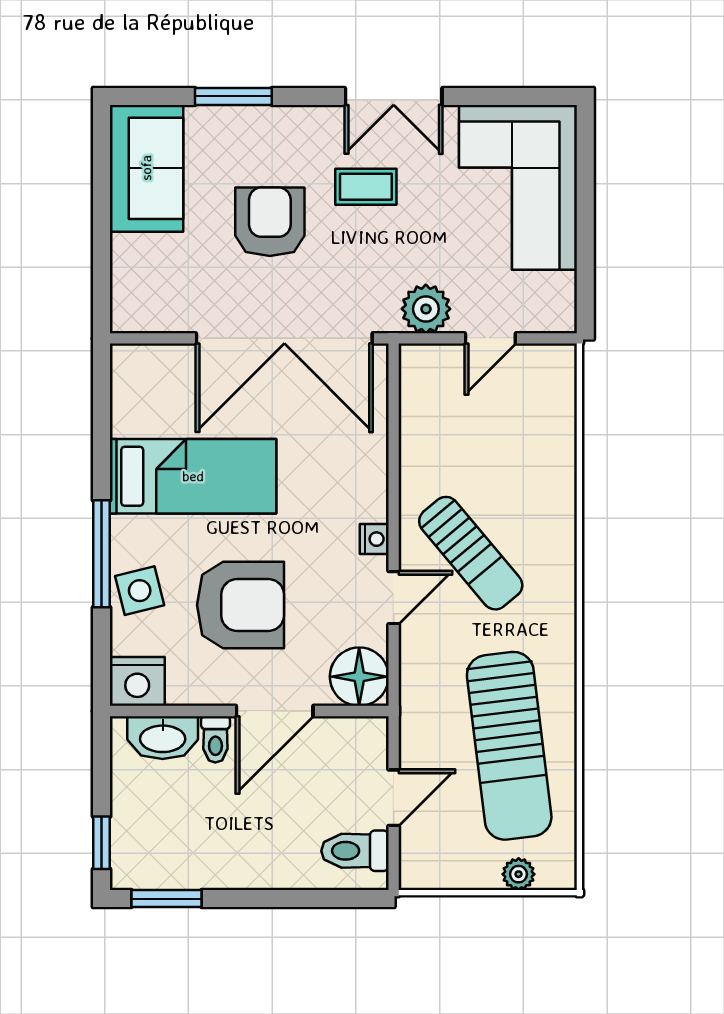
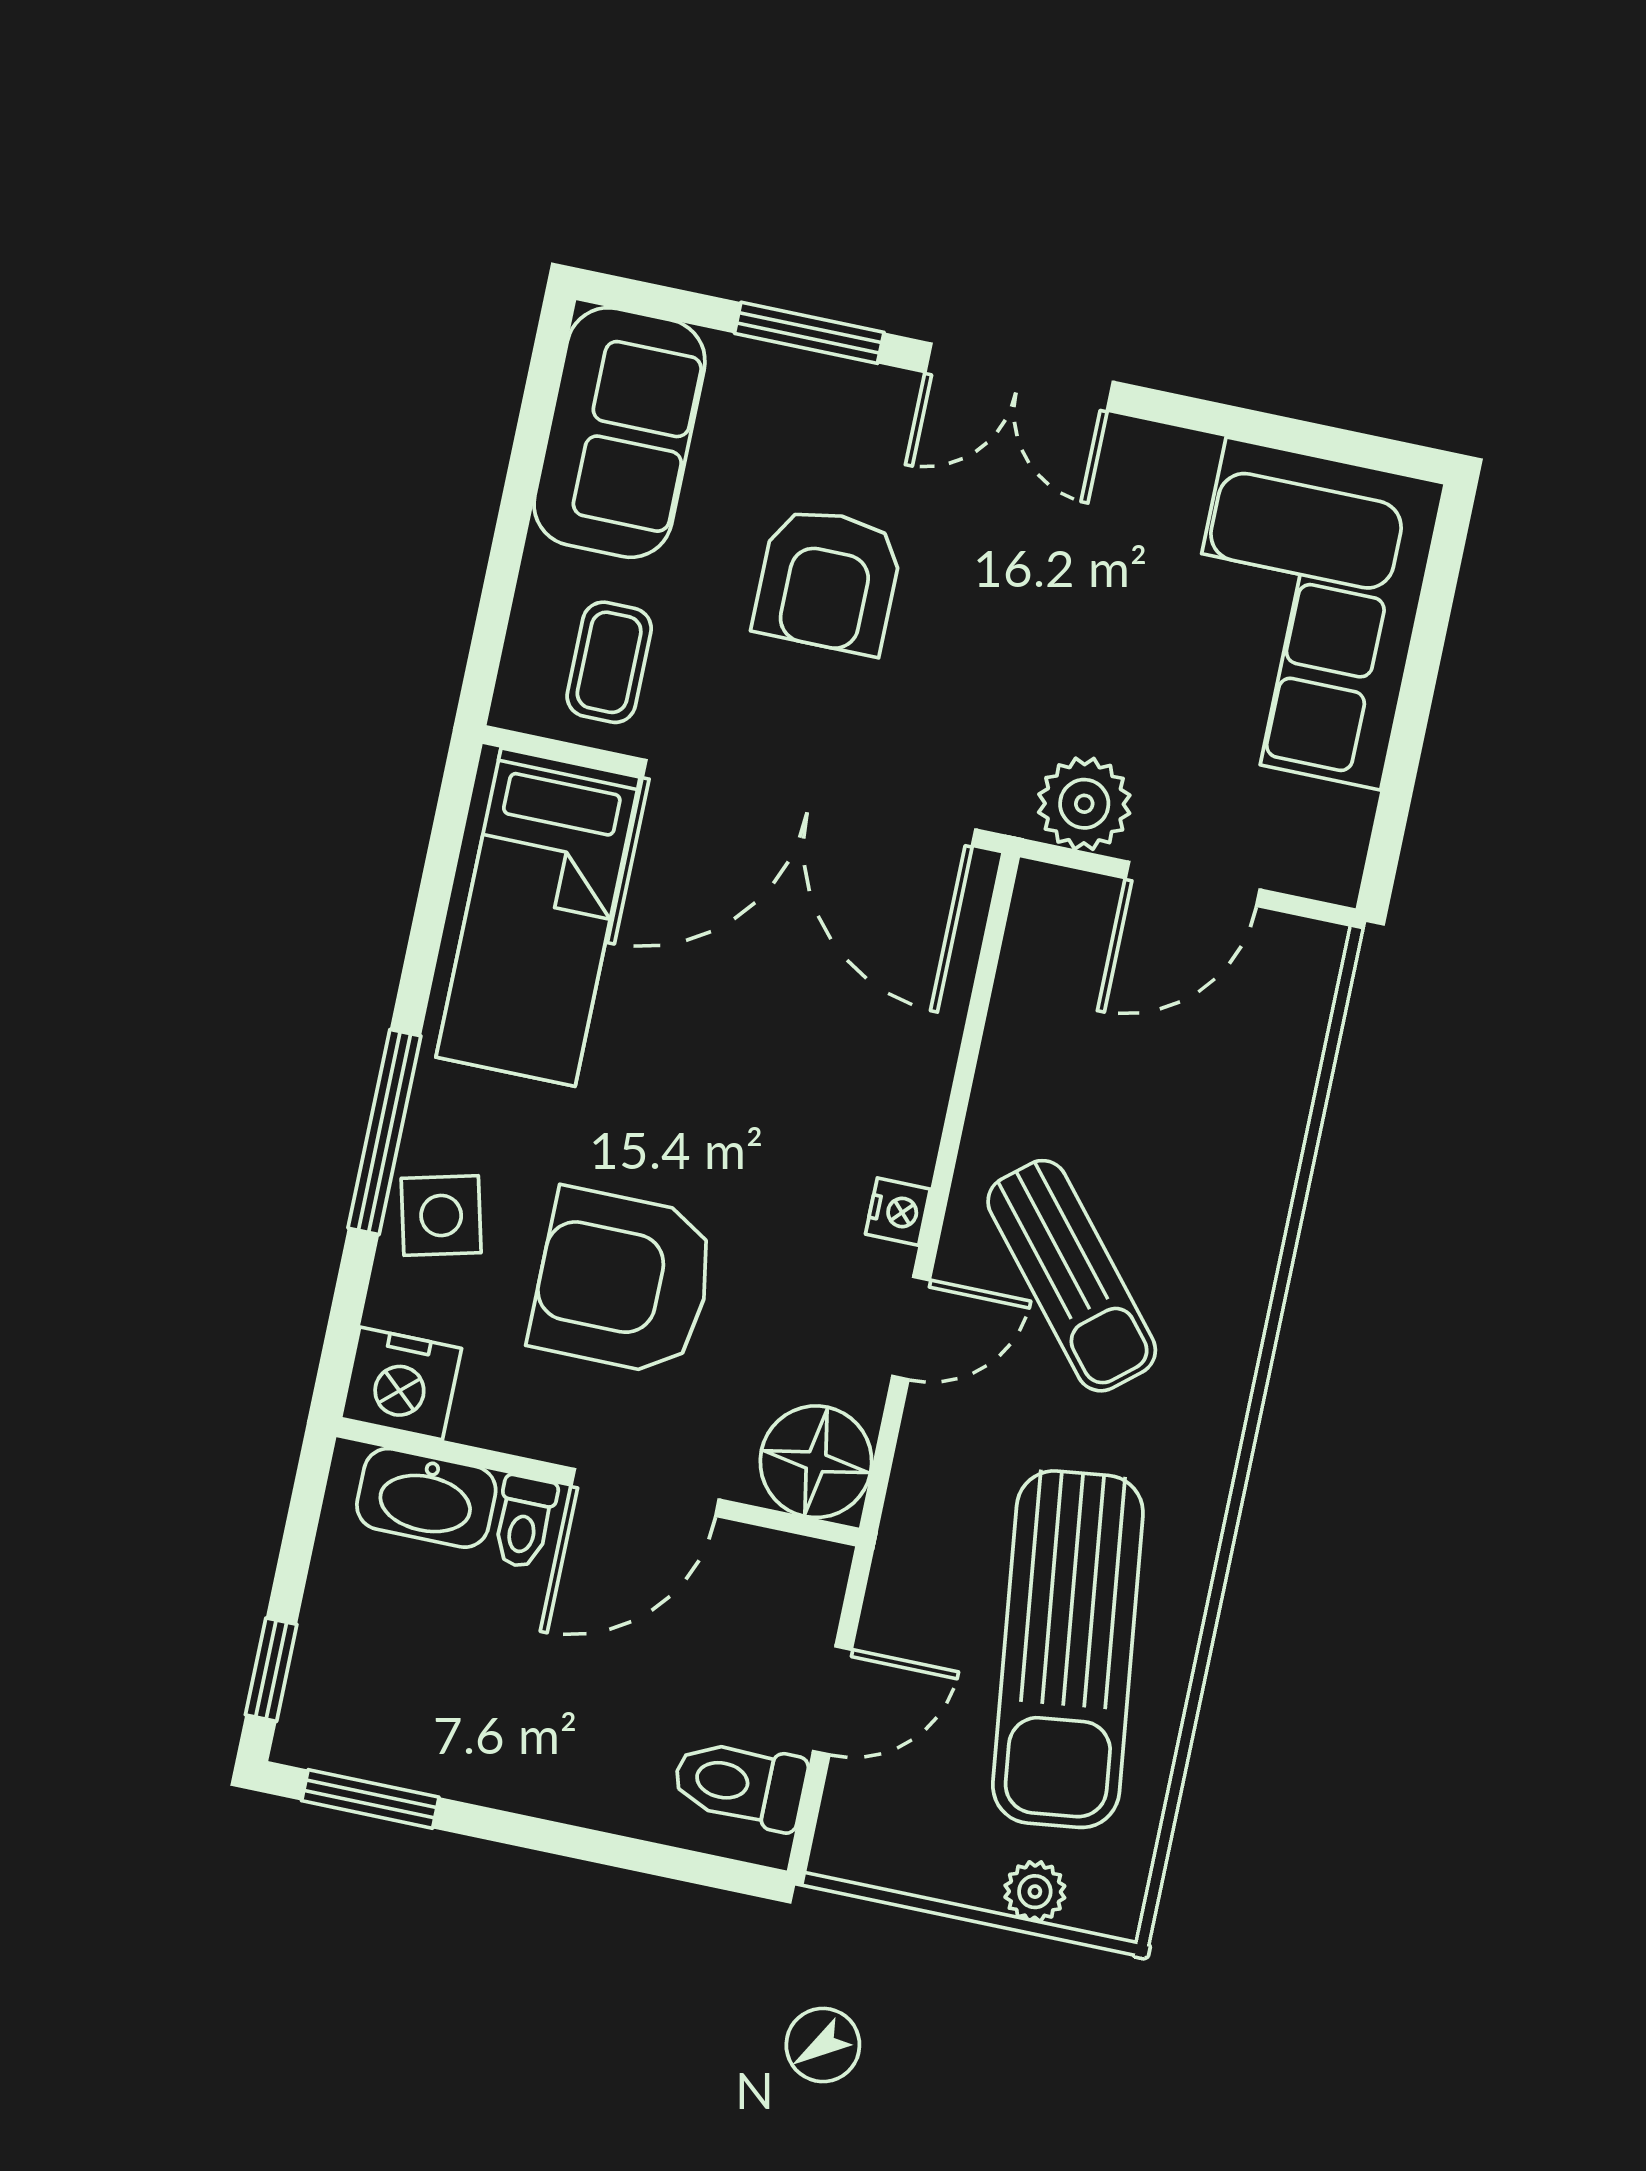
double door: (394, 96) -> (1019, 377), moved
coffee table: (366, 187) -> (609, 662), moved, turned 90
armchair: (270, 222) -> (828, 580), turned 180
door: (490, 338) -> (1193, 884), width x1.38
bed: (193, 476) -> (538, 917), moved, turned 90
armchair: (241, 605) -> (623, 1282), turned 180

